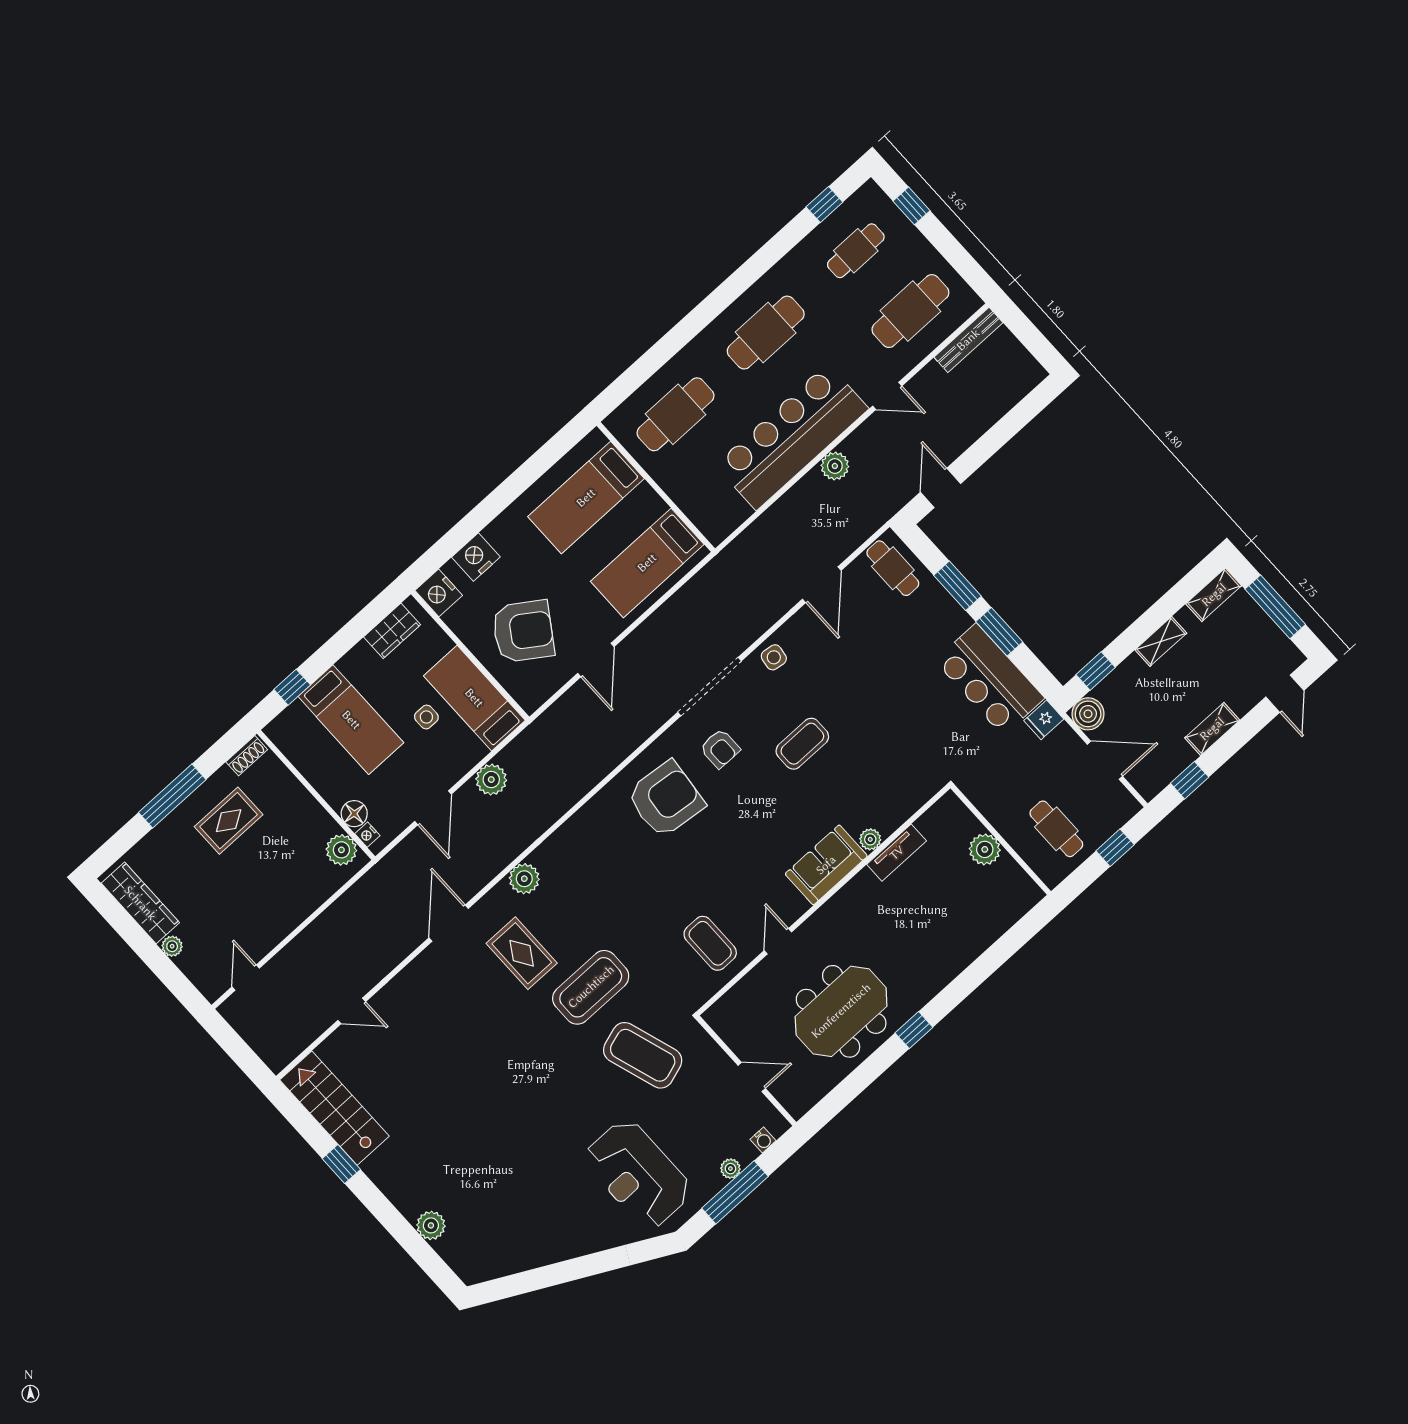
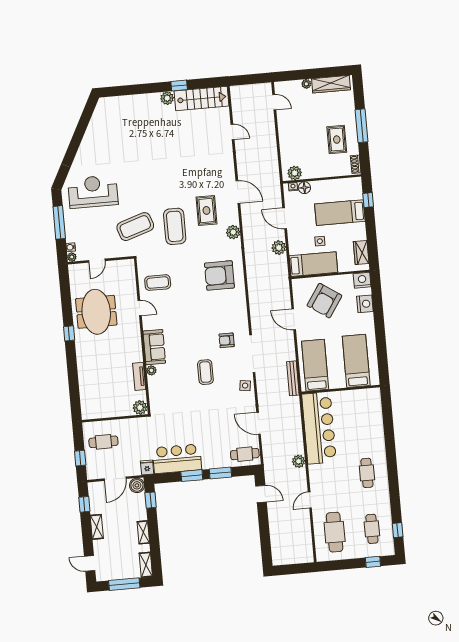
cafe table: (766, 333) -> (367, 473), width x0.73, depth x0.74
bench: (968, 340) -> (293, 378), moved
cafe table: (676, 414) -> (362, 417), removed
bar counter: (792, 437) -> (319, 428), moved
armchair: (666, 799) -> (219, 275), moved, turned 84
plant: (985, 849) -> (140, 408), moved
rug: (522, 953) -> (206, 210), turned 90
door: (352, 1011) -> (233, 132), swing flipped
plant: (730, 1169) -> (72, 257), moved
plant: (431, 1225) -> (167, 98), moved

